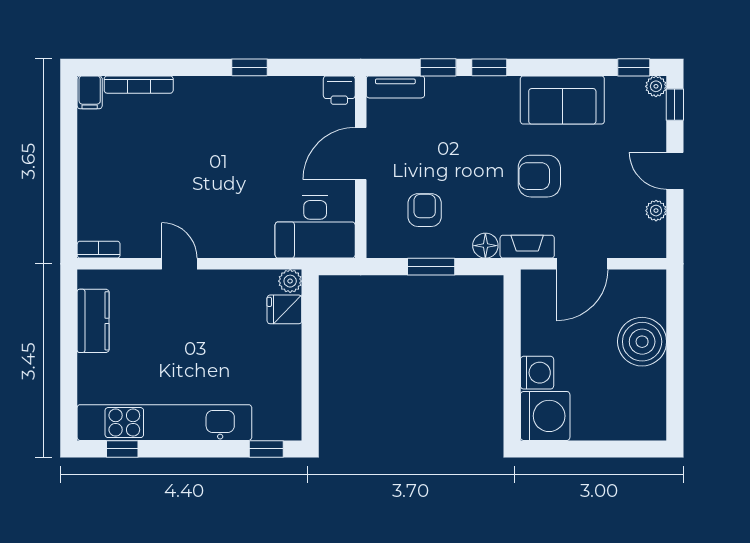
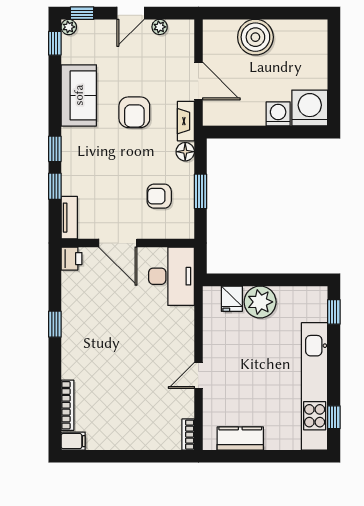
plant: (290, 281) -> (260, 302), moved, width x1.88, depth x1.88

